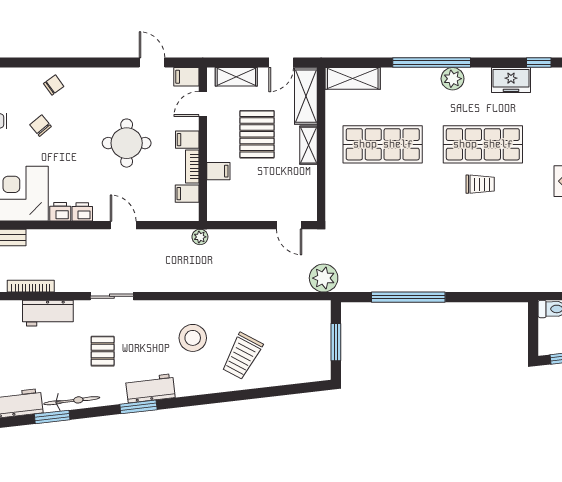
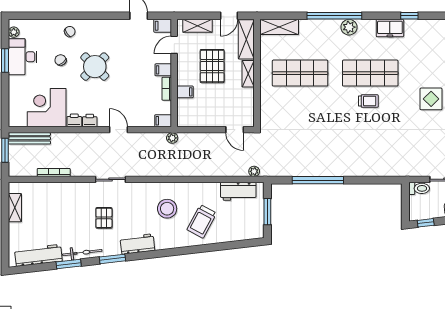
round table: (127, 143) -> (95, 67), moved, turned 45
filing cabinet: (187, 194) -> (163, 121), moved
plant: (324, 278) -> (254, 171), width x0.53, depth x0.53
workbench: (48, 313) -> (238, 191), moved
window: (138, 407) -> (112, 259), moved

